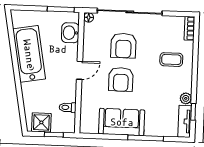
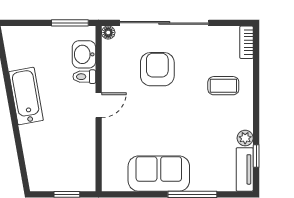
armchair: (123, 46) -> (157, 69), turned 180
bathtub: (29, 54) -> (26, 96), width x0.73, depth x0.73
armchair: (121, 79) -> (156, 115), removed
toilet: (68, 107) -> (84, 77), moved
shower: (41, 122) -> (49, 178), removed

